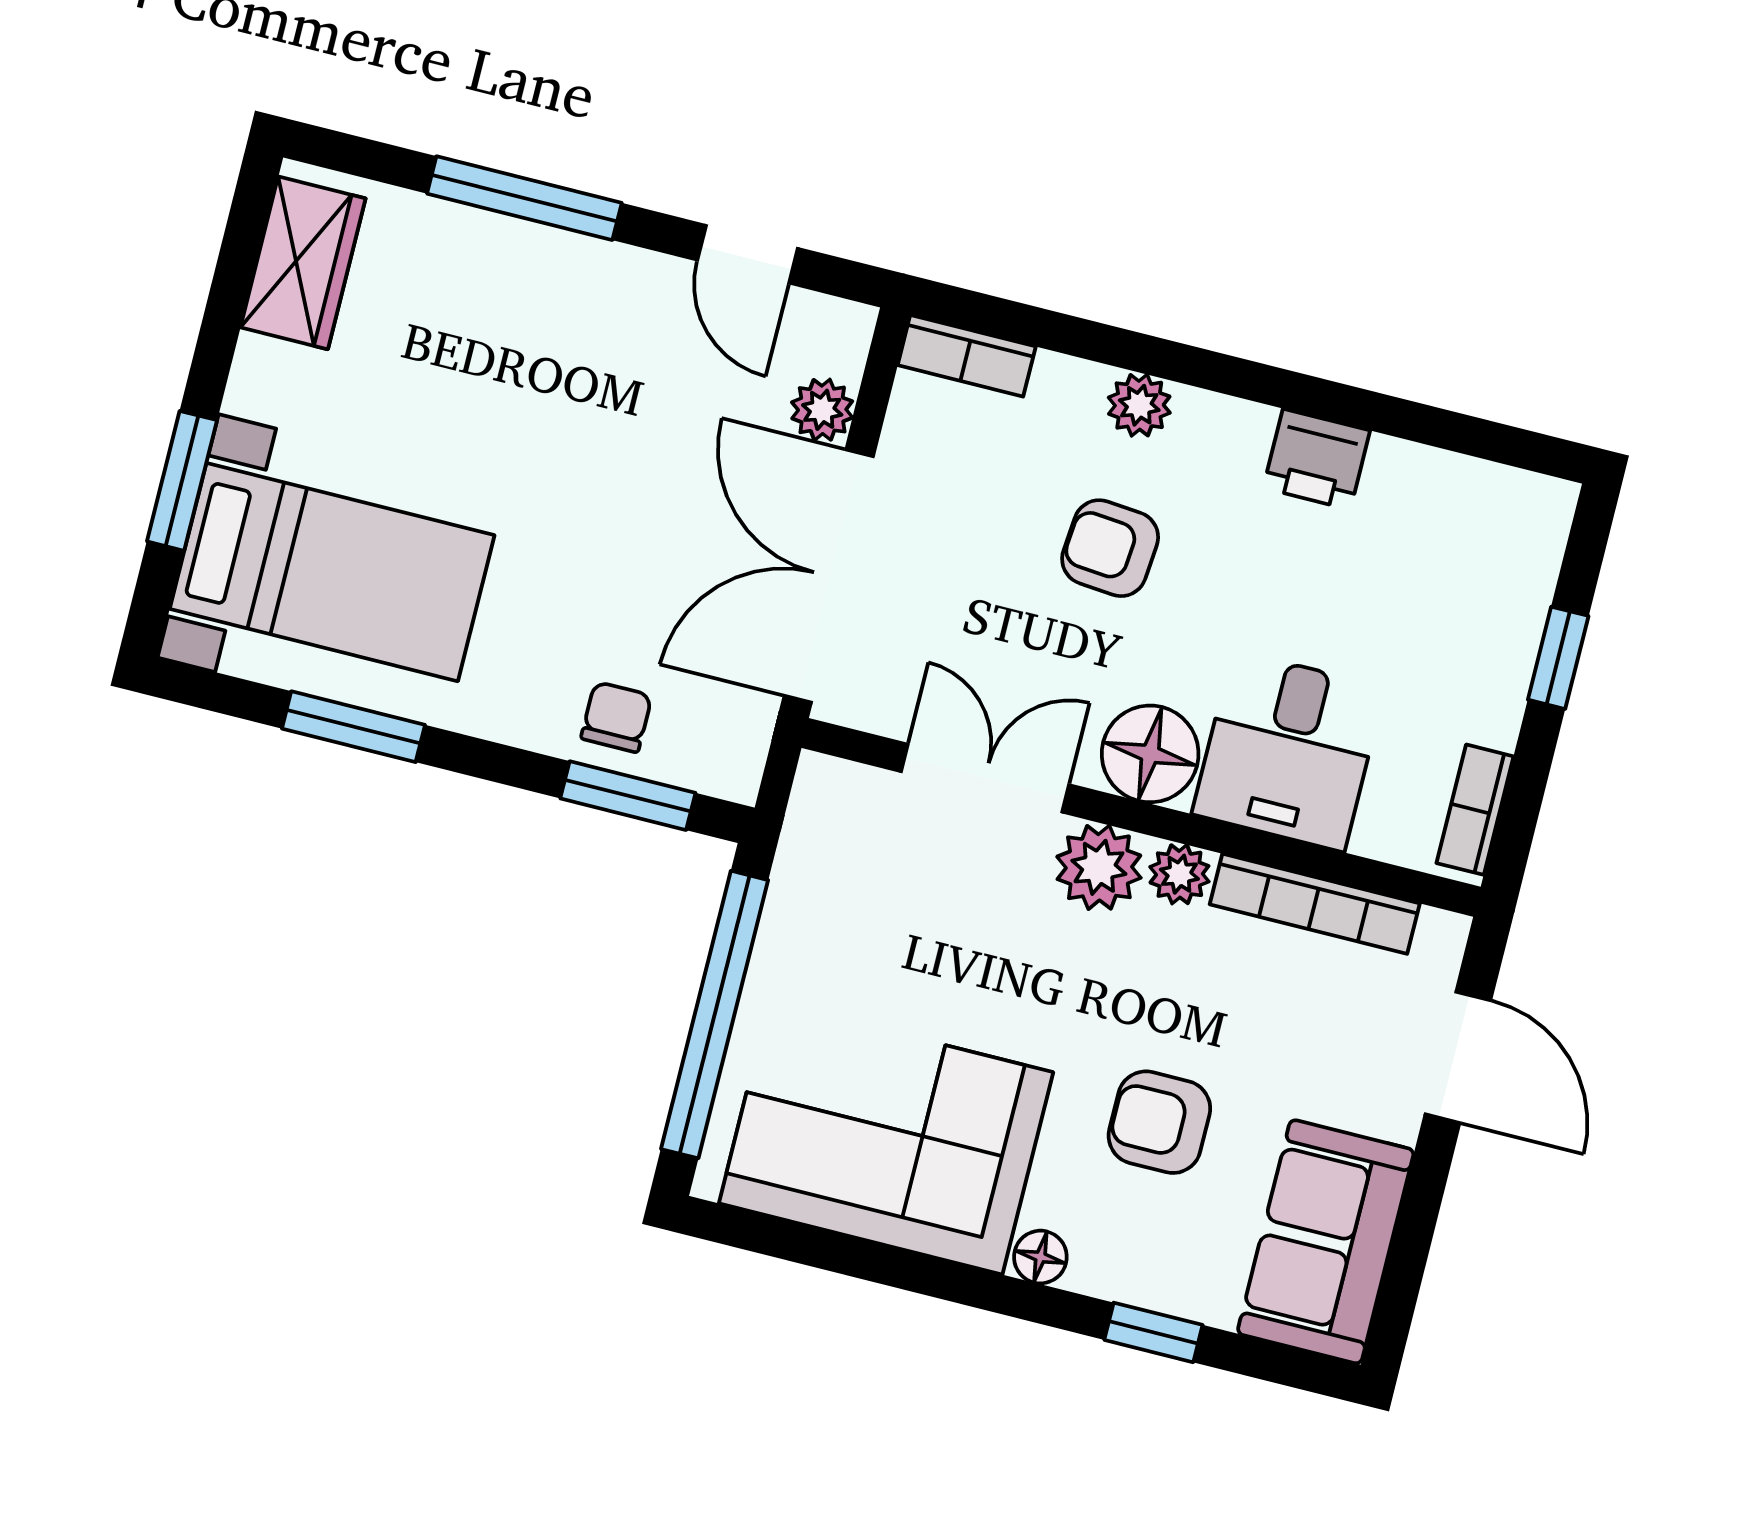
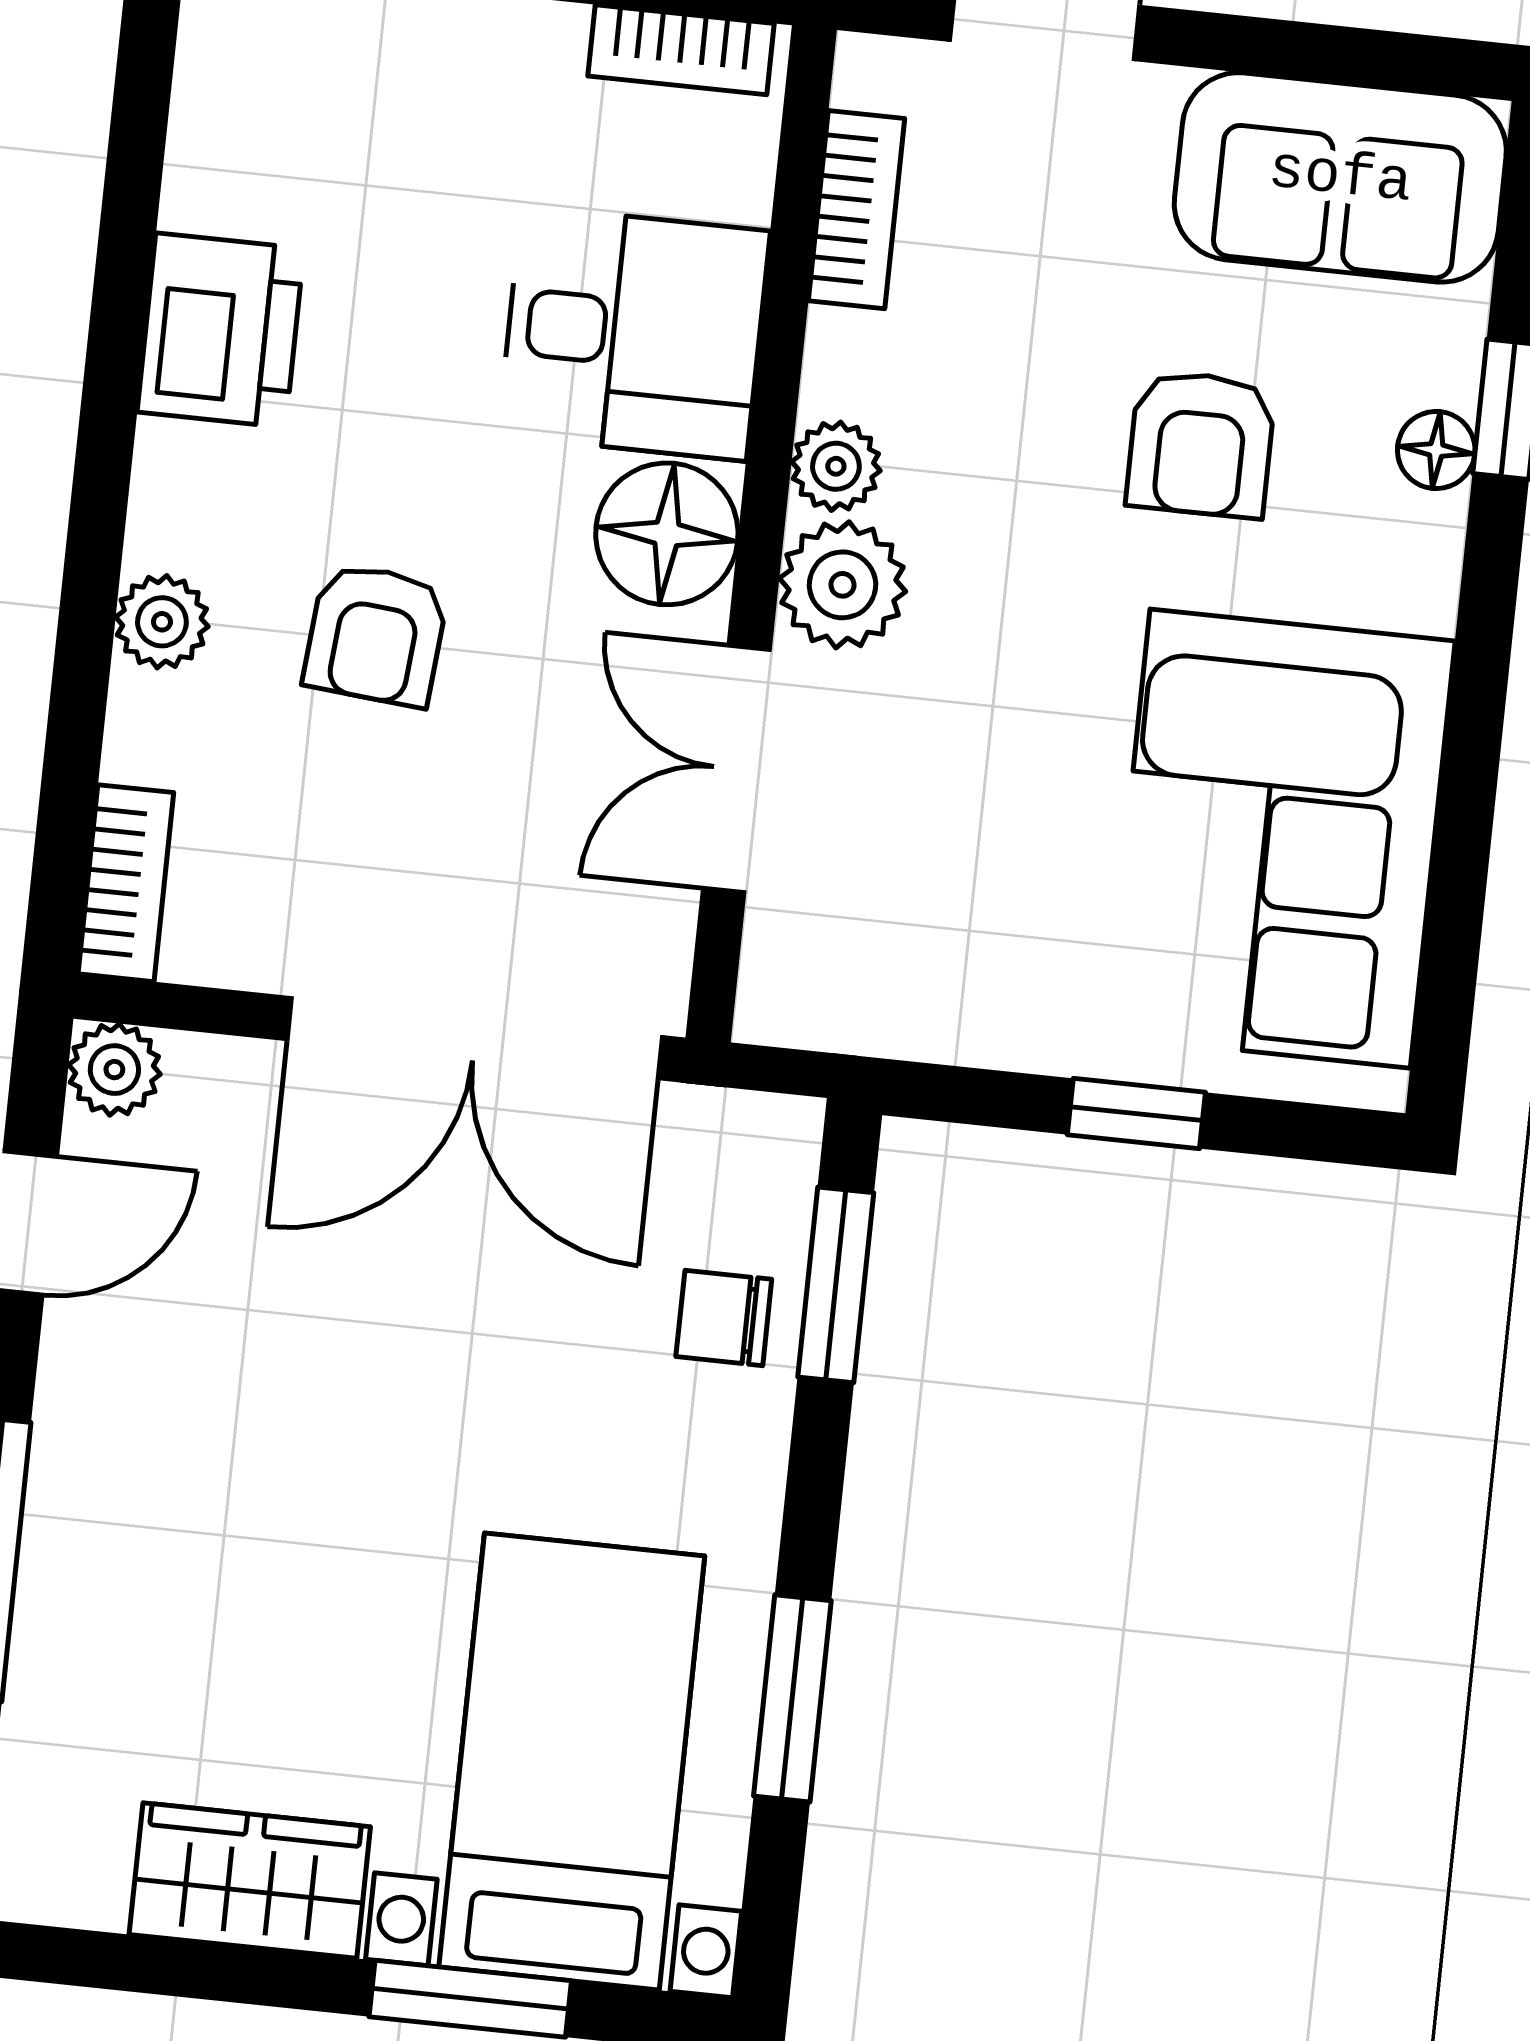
wardrobe: (303, 263) -> (250, 1881), moved
plant: (822, 410) -> (114, 1070), moved
printer: (1317, 459) -> (221, 330), width x1.36, depth x1.24
bookcase: (1315, 904) -> (857, 210), width x0.64
window: (715, 1015) -> (1136, 1113), width x0.32
floor lamp: (1040, 1257) -> (1436, 450), moved

